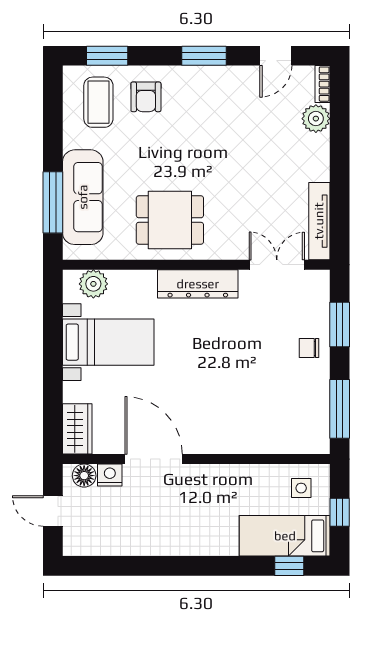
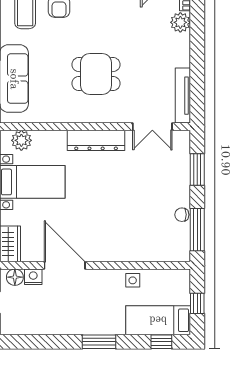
dining table: (170, 220) -> (96, 74), moved
double door: (277, 265) -> (152, 127), swing flipped
chair: (309, 348) -> (182, 215), moved
side table: (301, 488) -> (133, 280), moved
window: (202, 566) -> (99, 342), added

